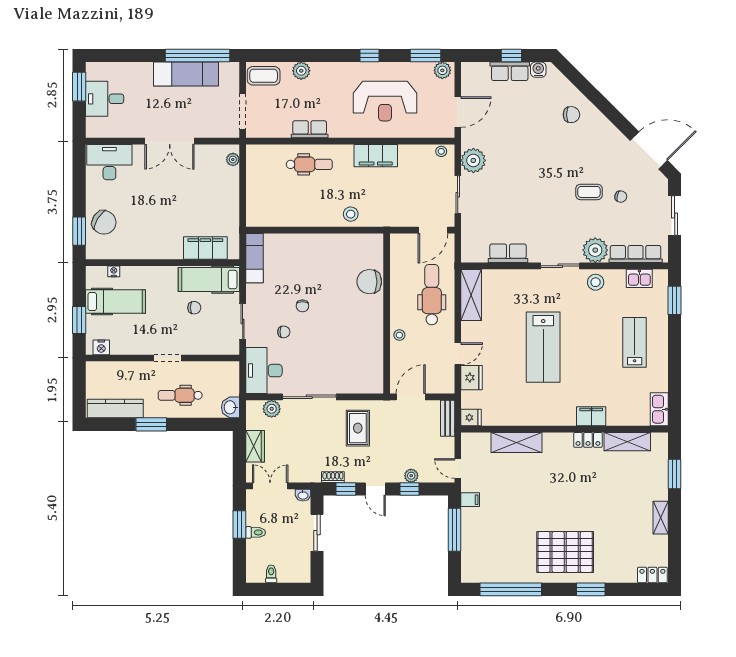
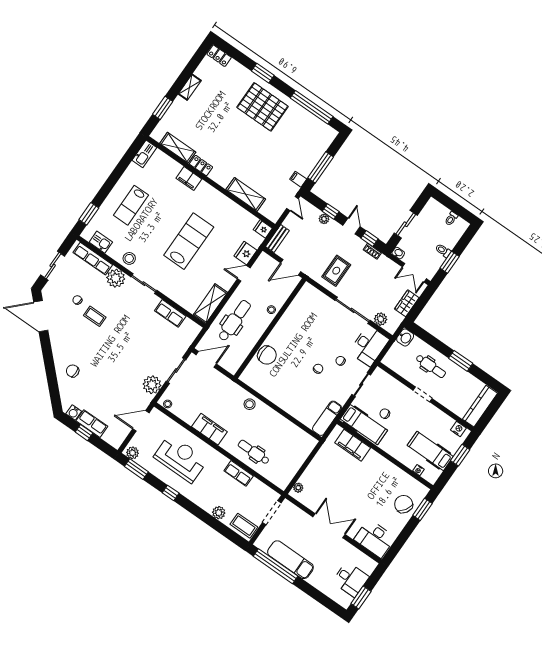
dental chair: (432, 295) -> (234, 321), turned 180
kitchen counter: (115, 409) -> (480, 406), moved, turned 90

